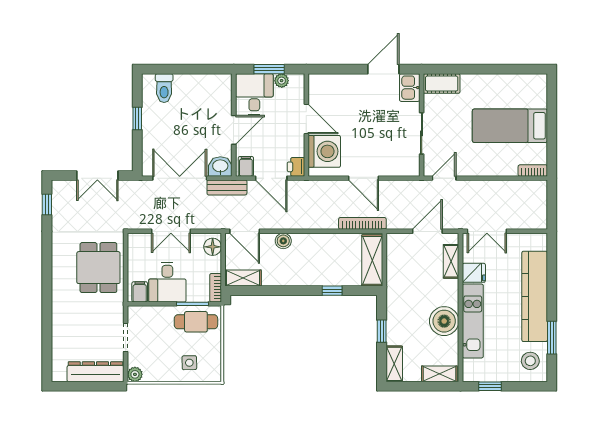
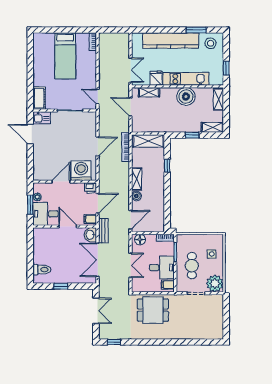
shelving: (243, 278) -> (137, 179), moved
cafe table: (196, 322) -> (192, 266), moved
dresser: (95, 372) -> (217, 312), removed
plant: (135, 374) -> (215, 284), width x1.87, depth x1.87

